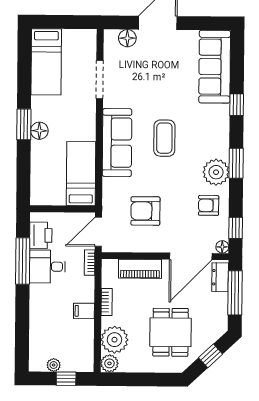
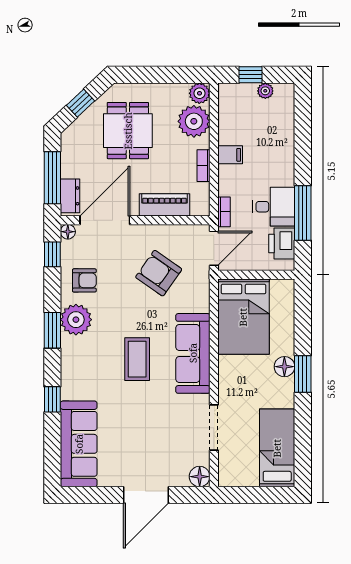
floor lamp: (127, 38) -> (200, 477), moved
bed: (81, 174) -> (243, 317), width x1.50
armchair: (145, 211) -> (159, 273), turned -145

